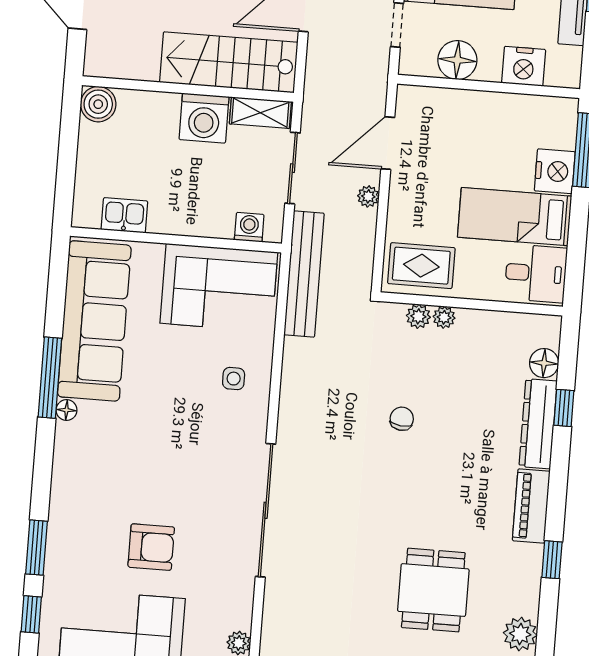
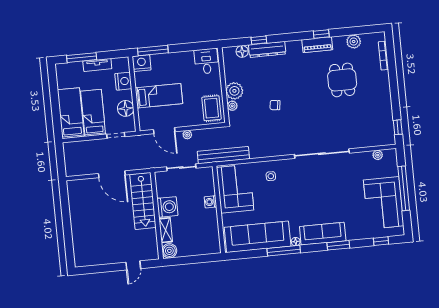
shelving: (260, 113) -> (166, 230), moved
nightstand: (555, 171) -> (142, 63), moved
kitchen sink: (124, 215) -> (213, 232), removed
bed: (515, 217) -> (159, 96), moved, turned -90
washing machine: (249, 227) -> (210, 202), moved
plant: (444, 317) -> (234, 91), width x1.87, depth x1.87
sofa: (74, 478) -> (323, 234), added
piano: (531, 506) -> (317, 45), moved
armchair: (151, 547) -> (345, 197), removed
window: (37, 548) -> (338, 245), moved
dining table: (433, 590) -> (342, 80), turned 90

